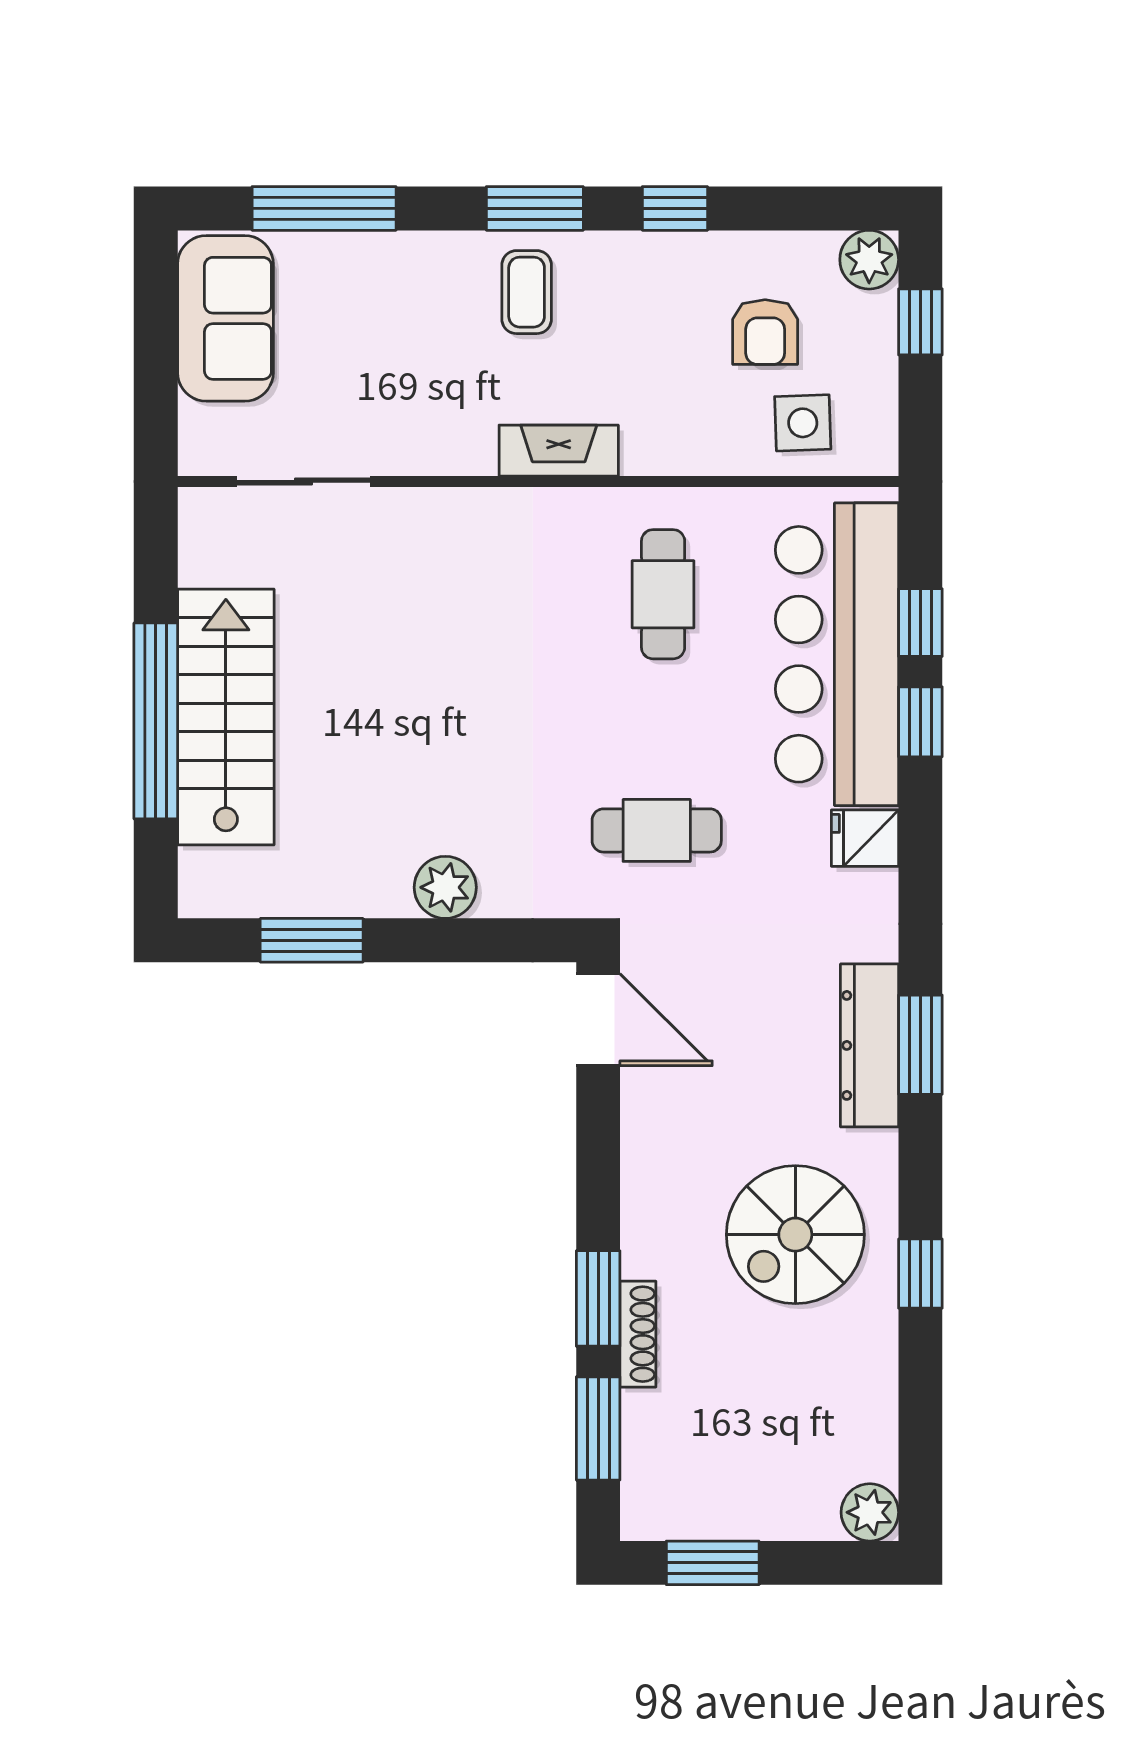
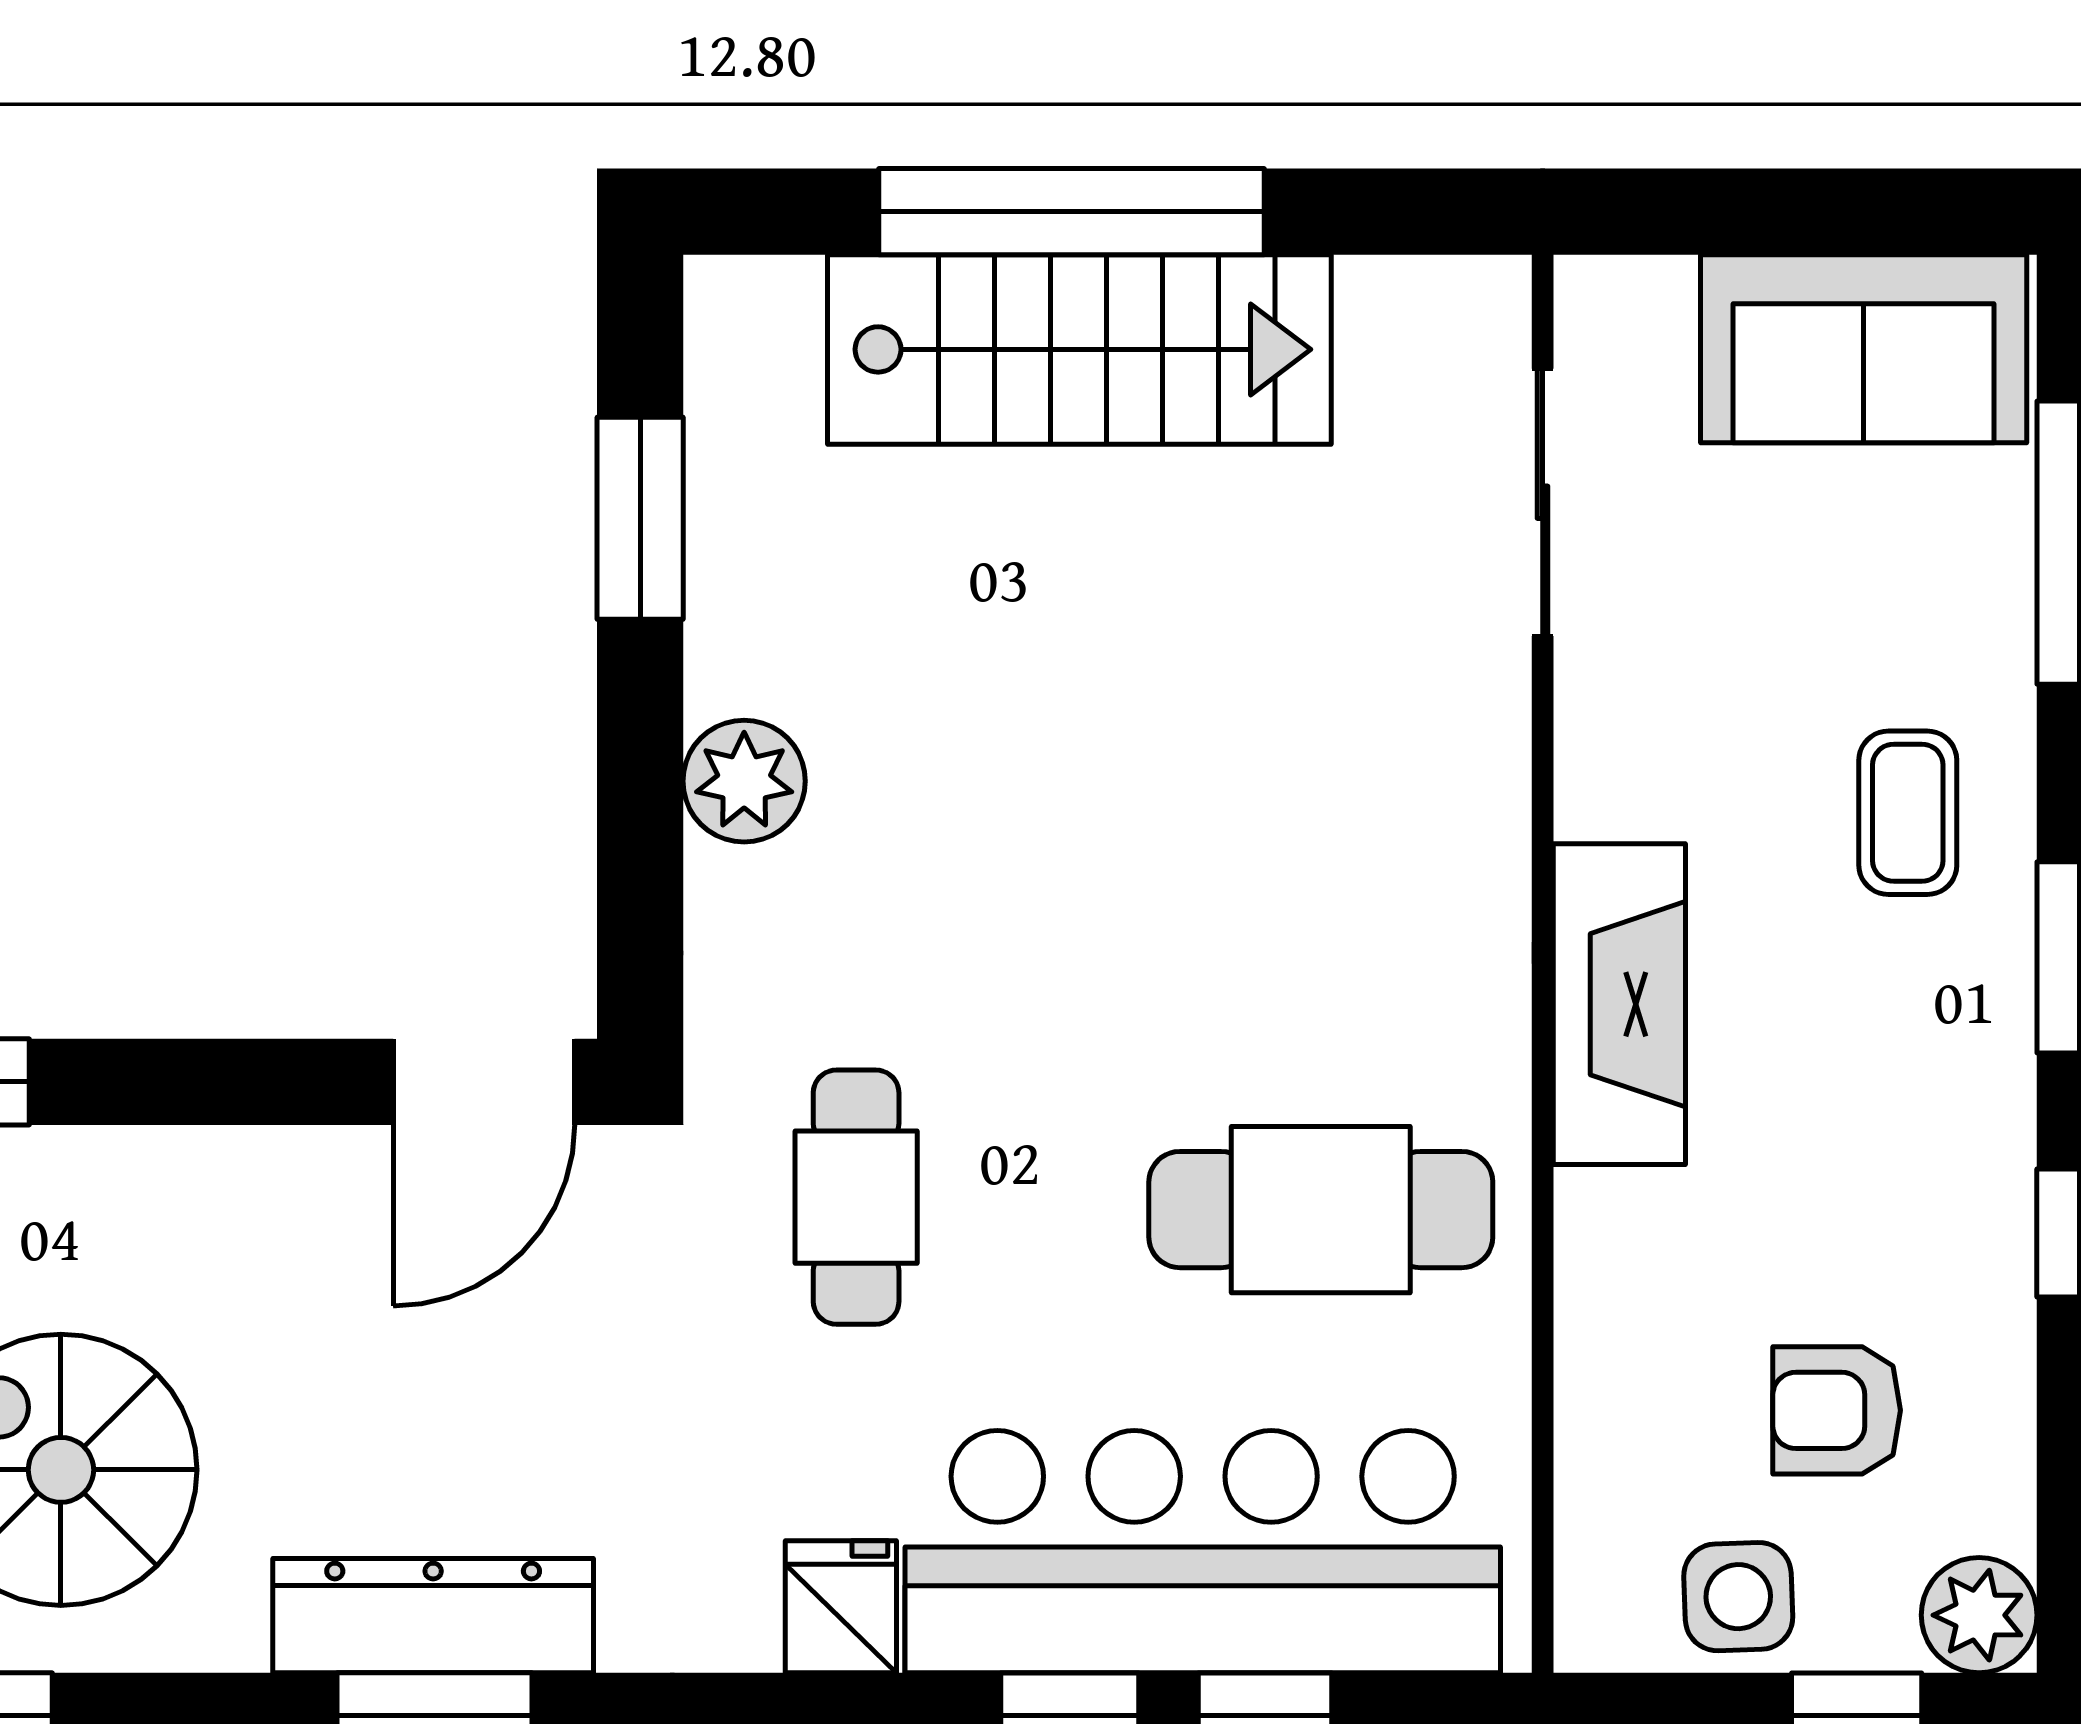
coffee table: (527, 292) -> (1908, 813), moved, turned 90
side table: (803, 423) -> (1738, 1597), moved
fireplace: (559, 451) -> (1619, 1004), width x1.37, depth x1.32
cafe table: (663, 594) -> (1321, 1210), width x1.37, depth x1.35

